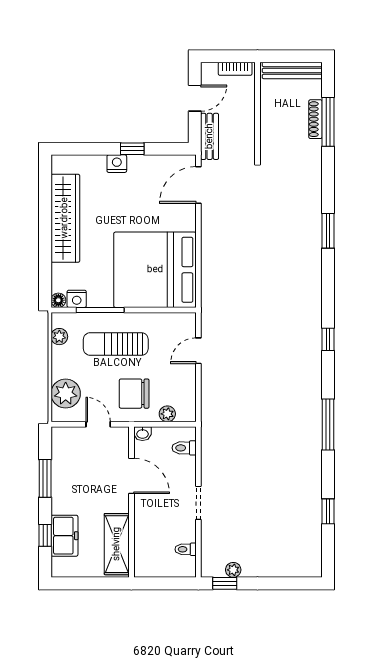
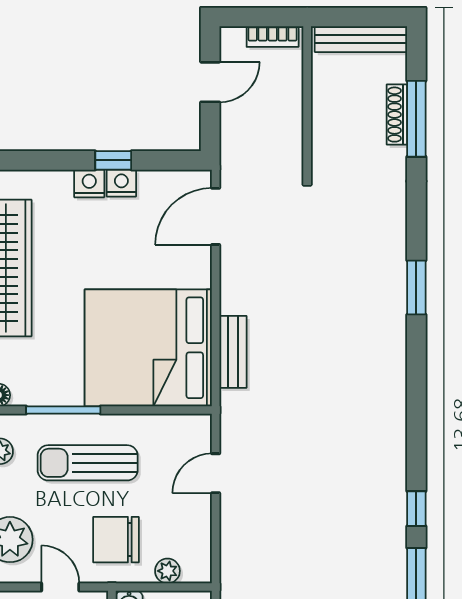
bench: (210, 136) -> (233, 352), moved
nightstand: (77, 299) -> (121, 183), moved, turned 180
window: (328, 339) -> (416, 509), moved

